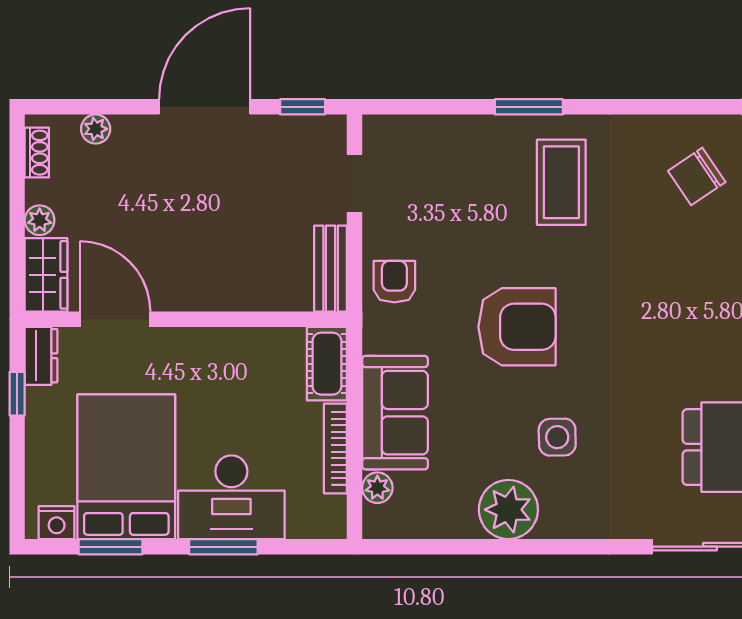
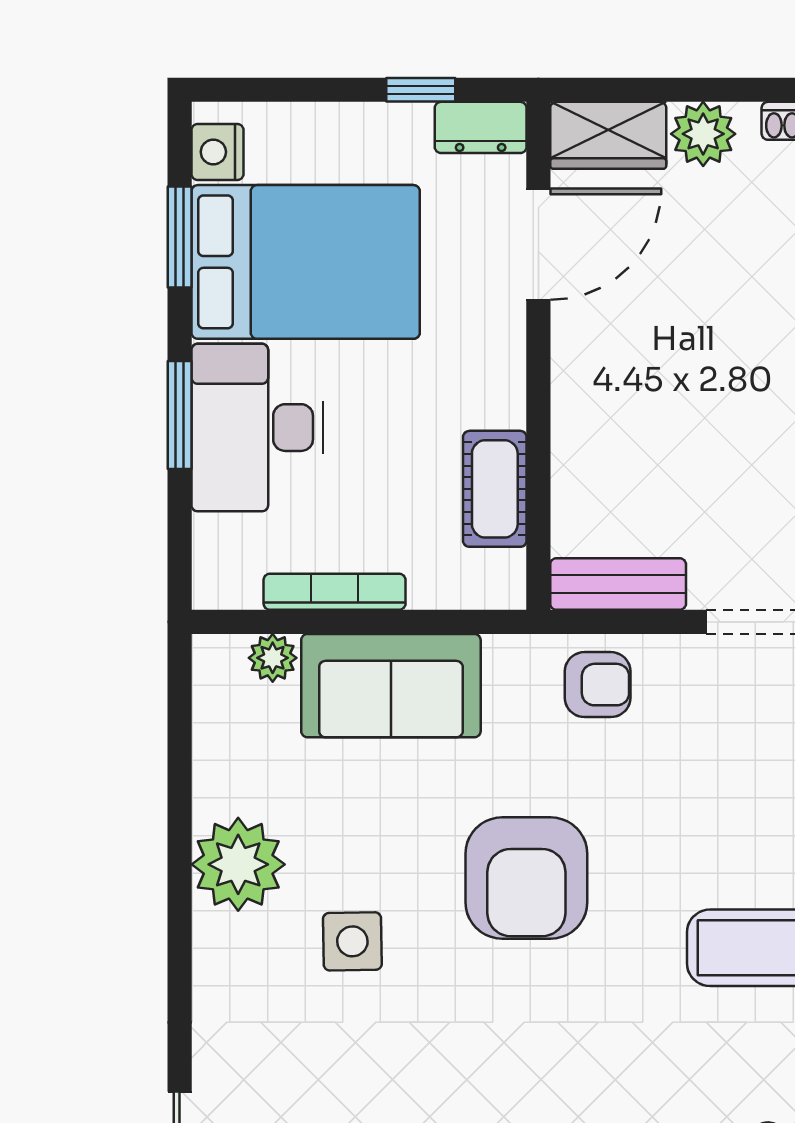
plant: (40, 220) -> (703, 134), width x1.38, depth x1.38
cot: (327, 364) -> (495, 489), moved, turned 90

